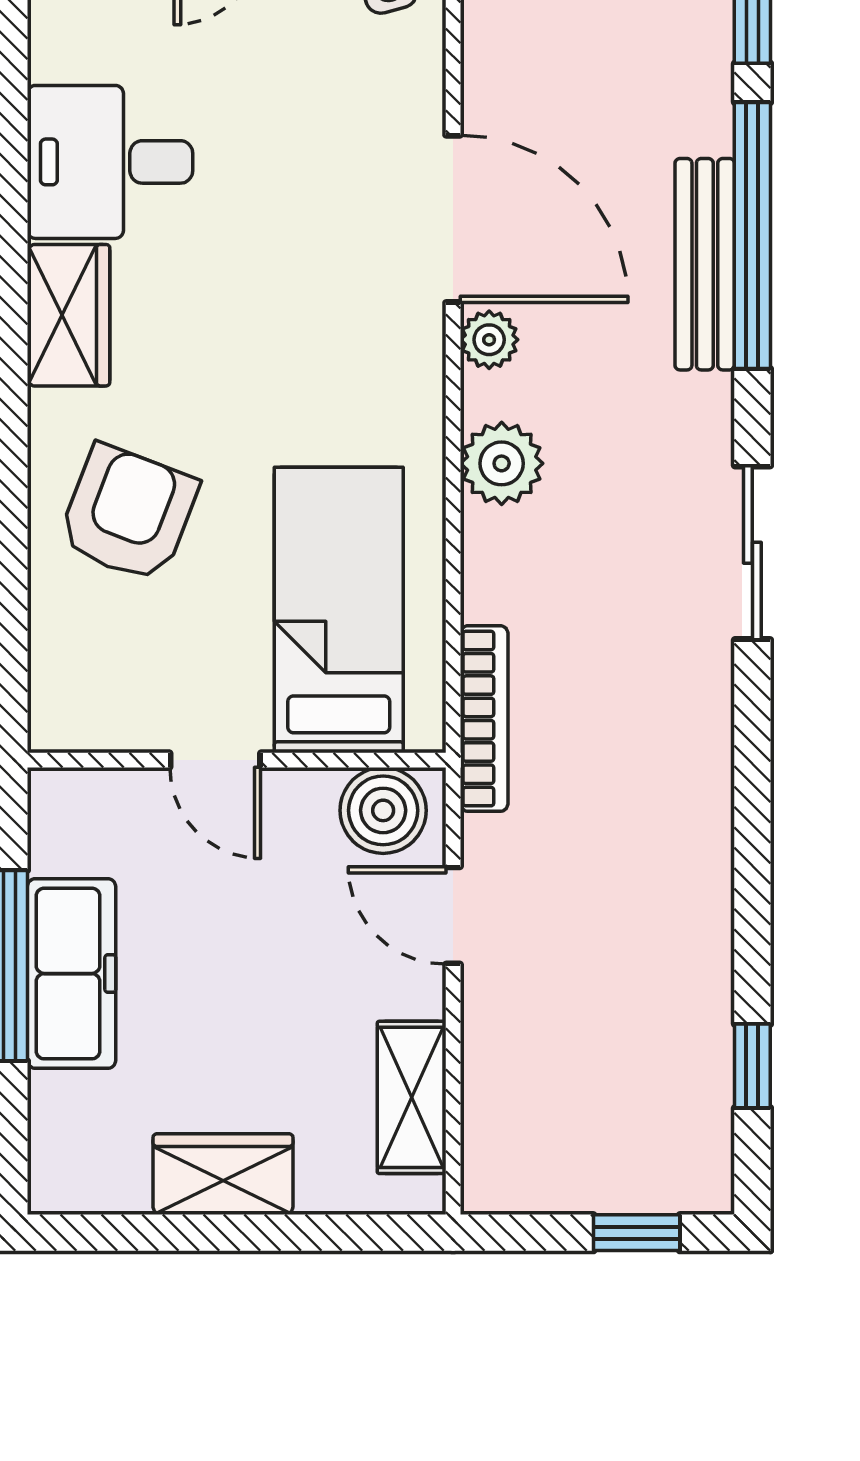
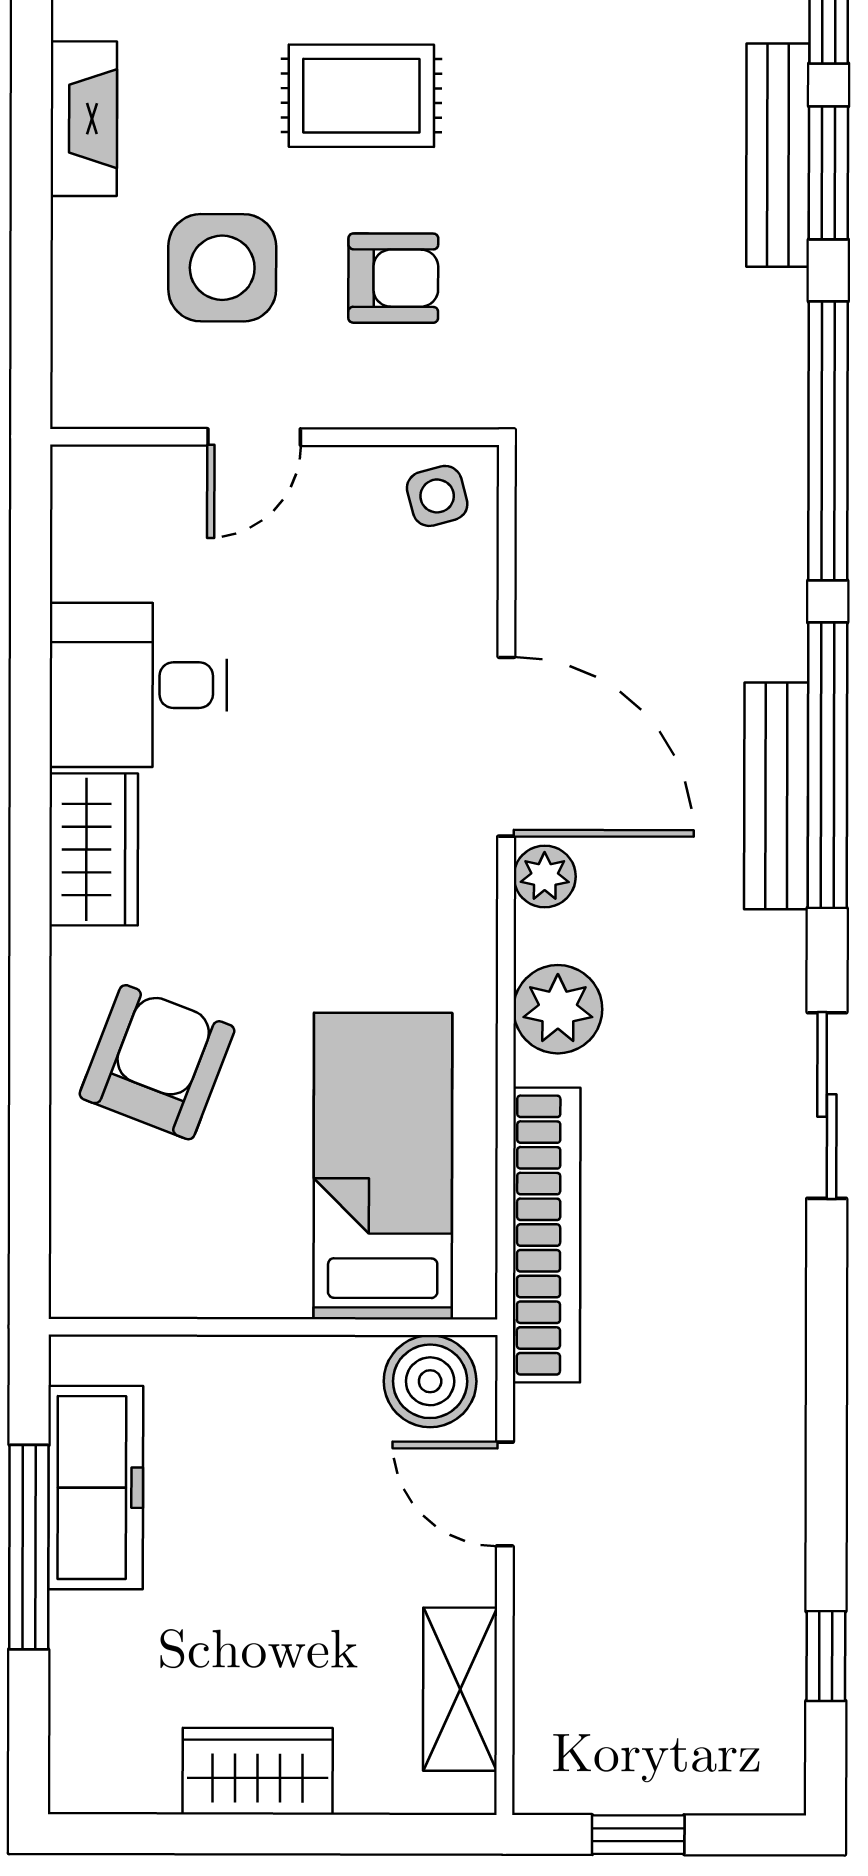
bookcase: (484, 719) -> (547, 1235), width x1.48, depth x1.31
door: (215, 760) -> (250, 1327), removed
freezer: (72, 974) -> (96, 1488), moved
window: (637, 1233) -> (638, 1835), moved

